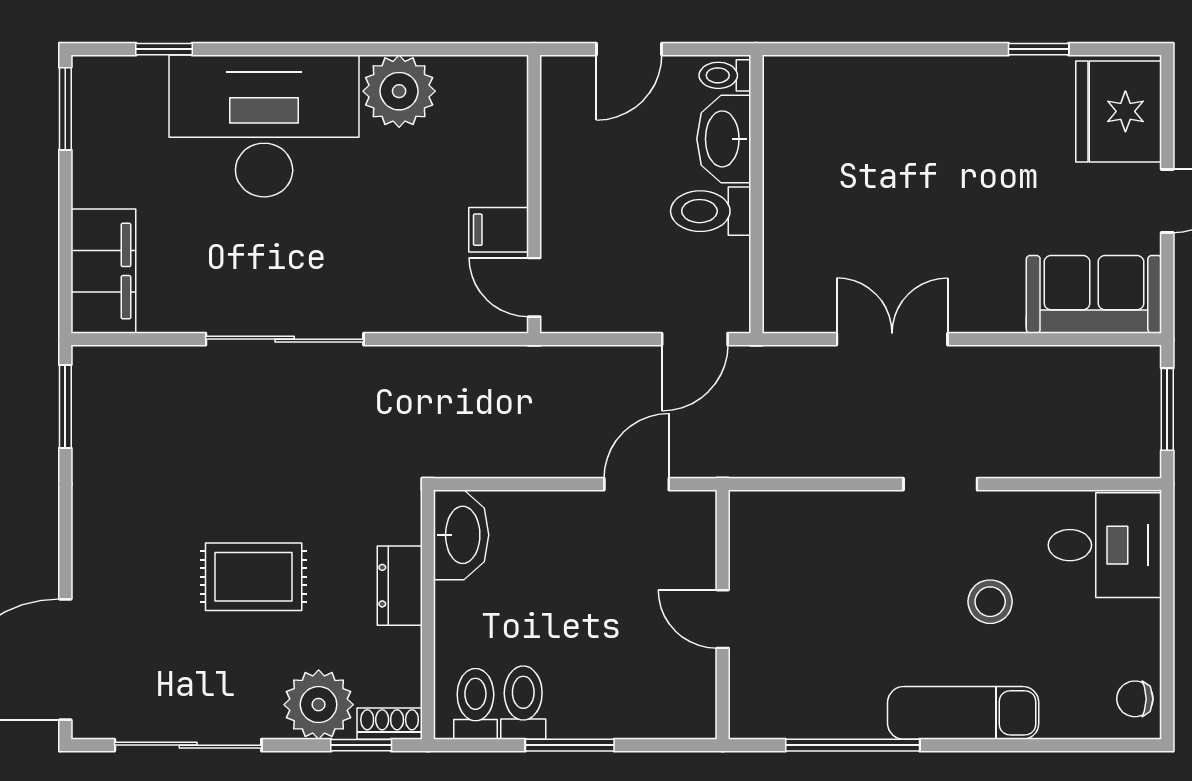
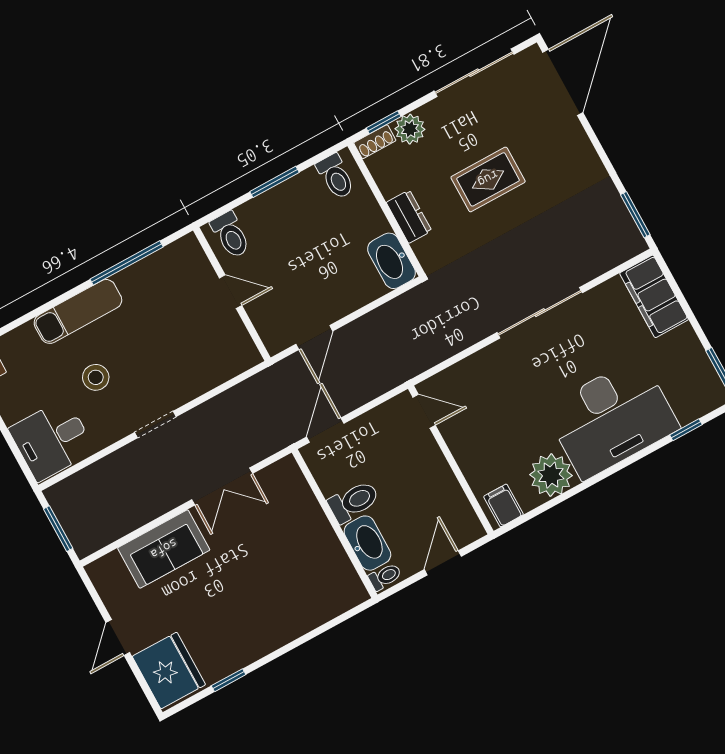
filing cabinet: (499, 230) -> (504, 505), moved, turned -90
sofa: (1094, 294) -> (164, 549), moved
toilet: (523, 703) -> (231, 235), moved
plant: (319, 705) -> (410, 129), width x0.73, depth x0.73

